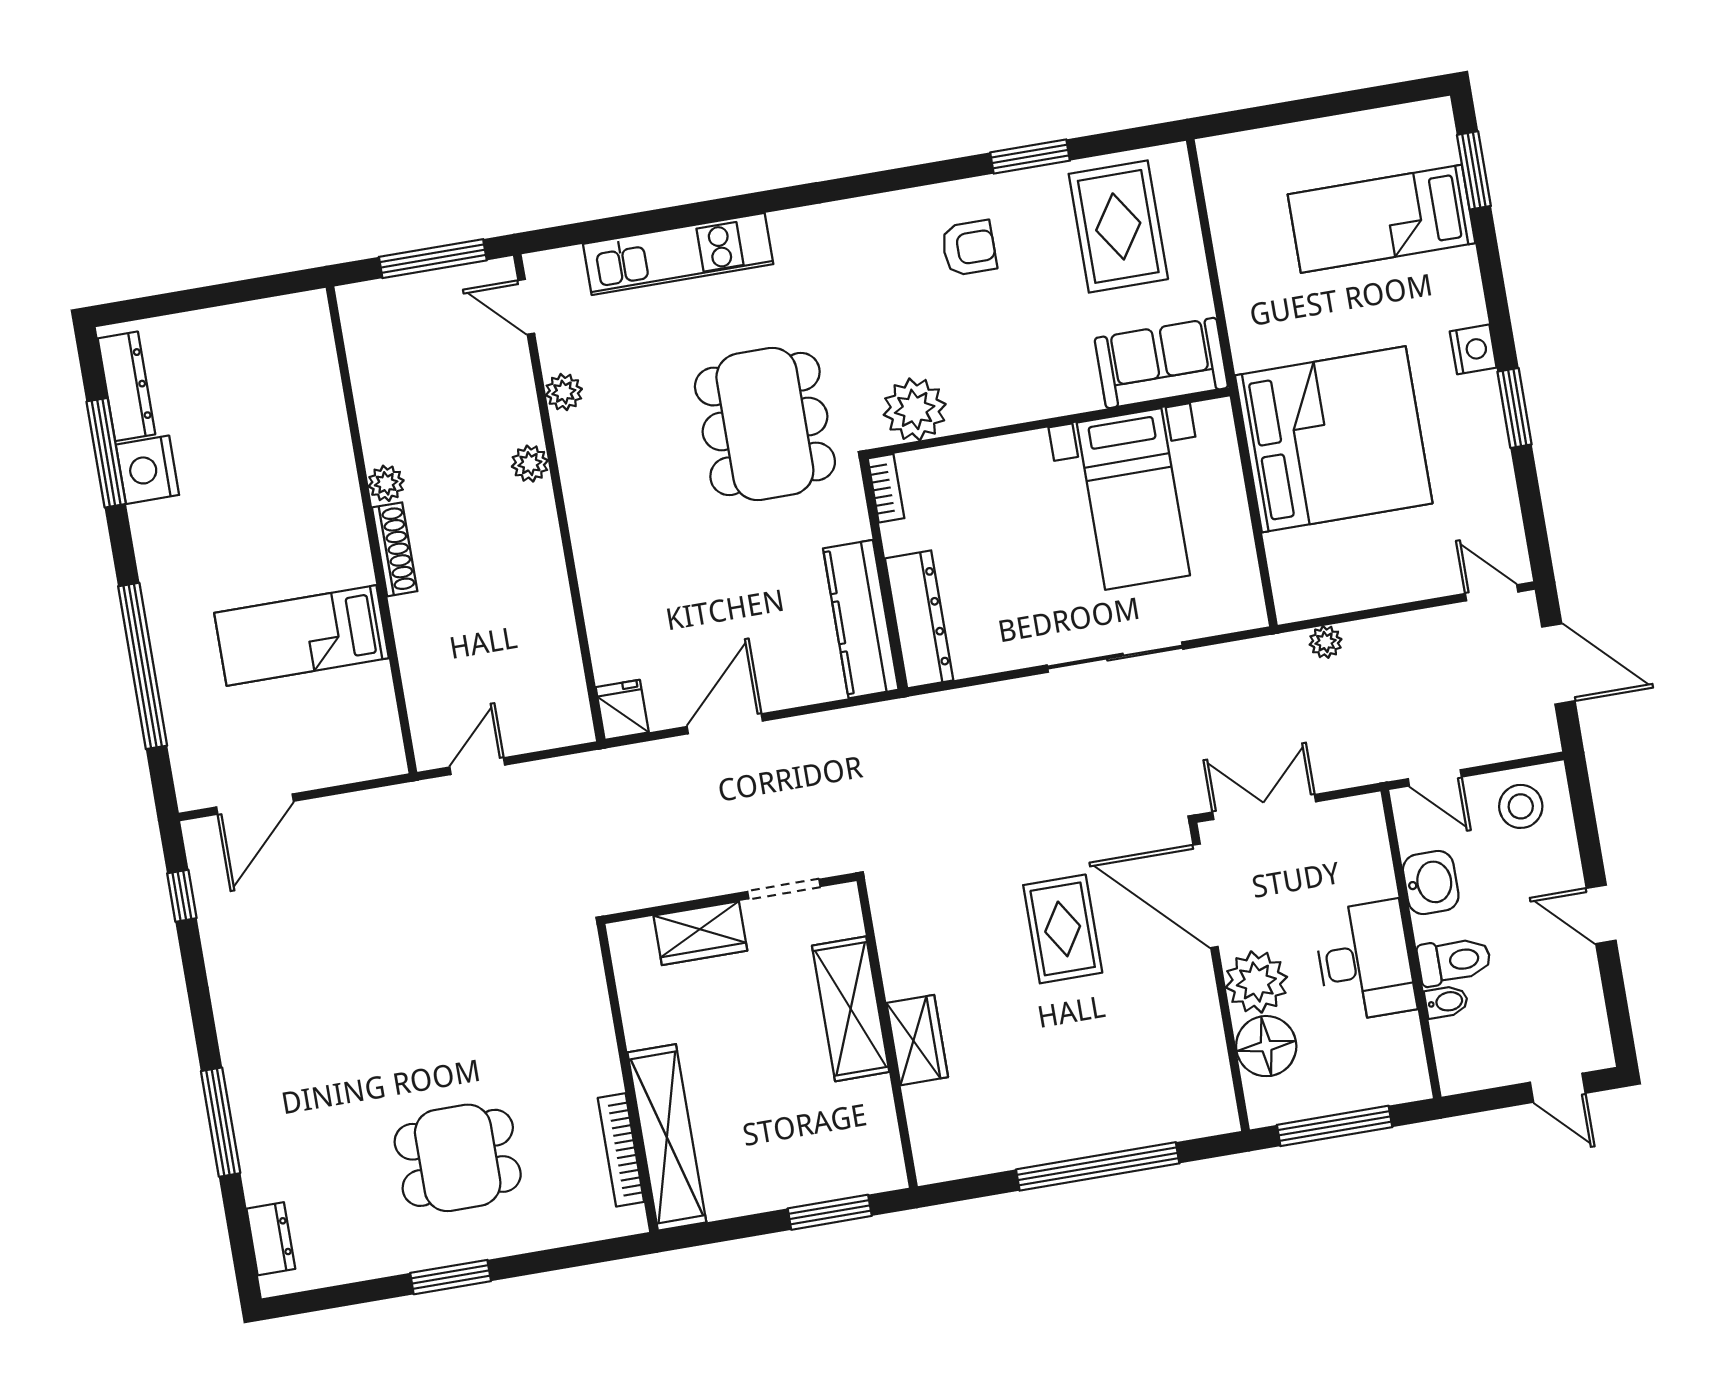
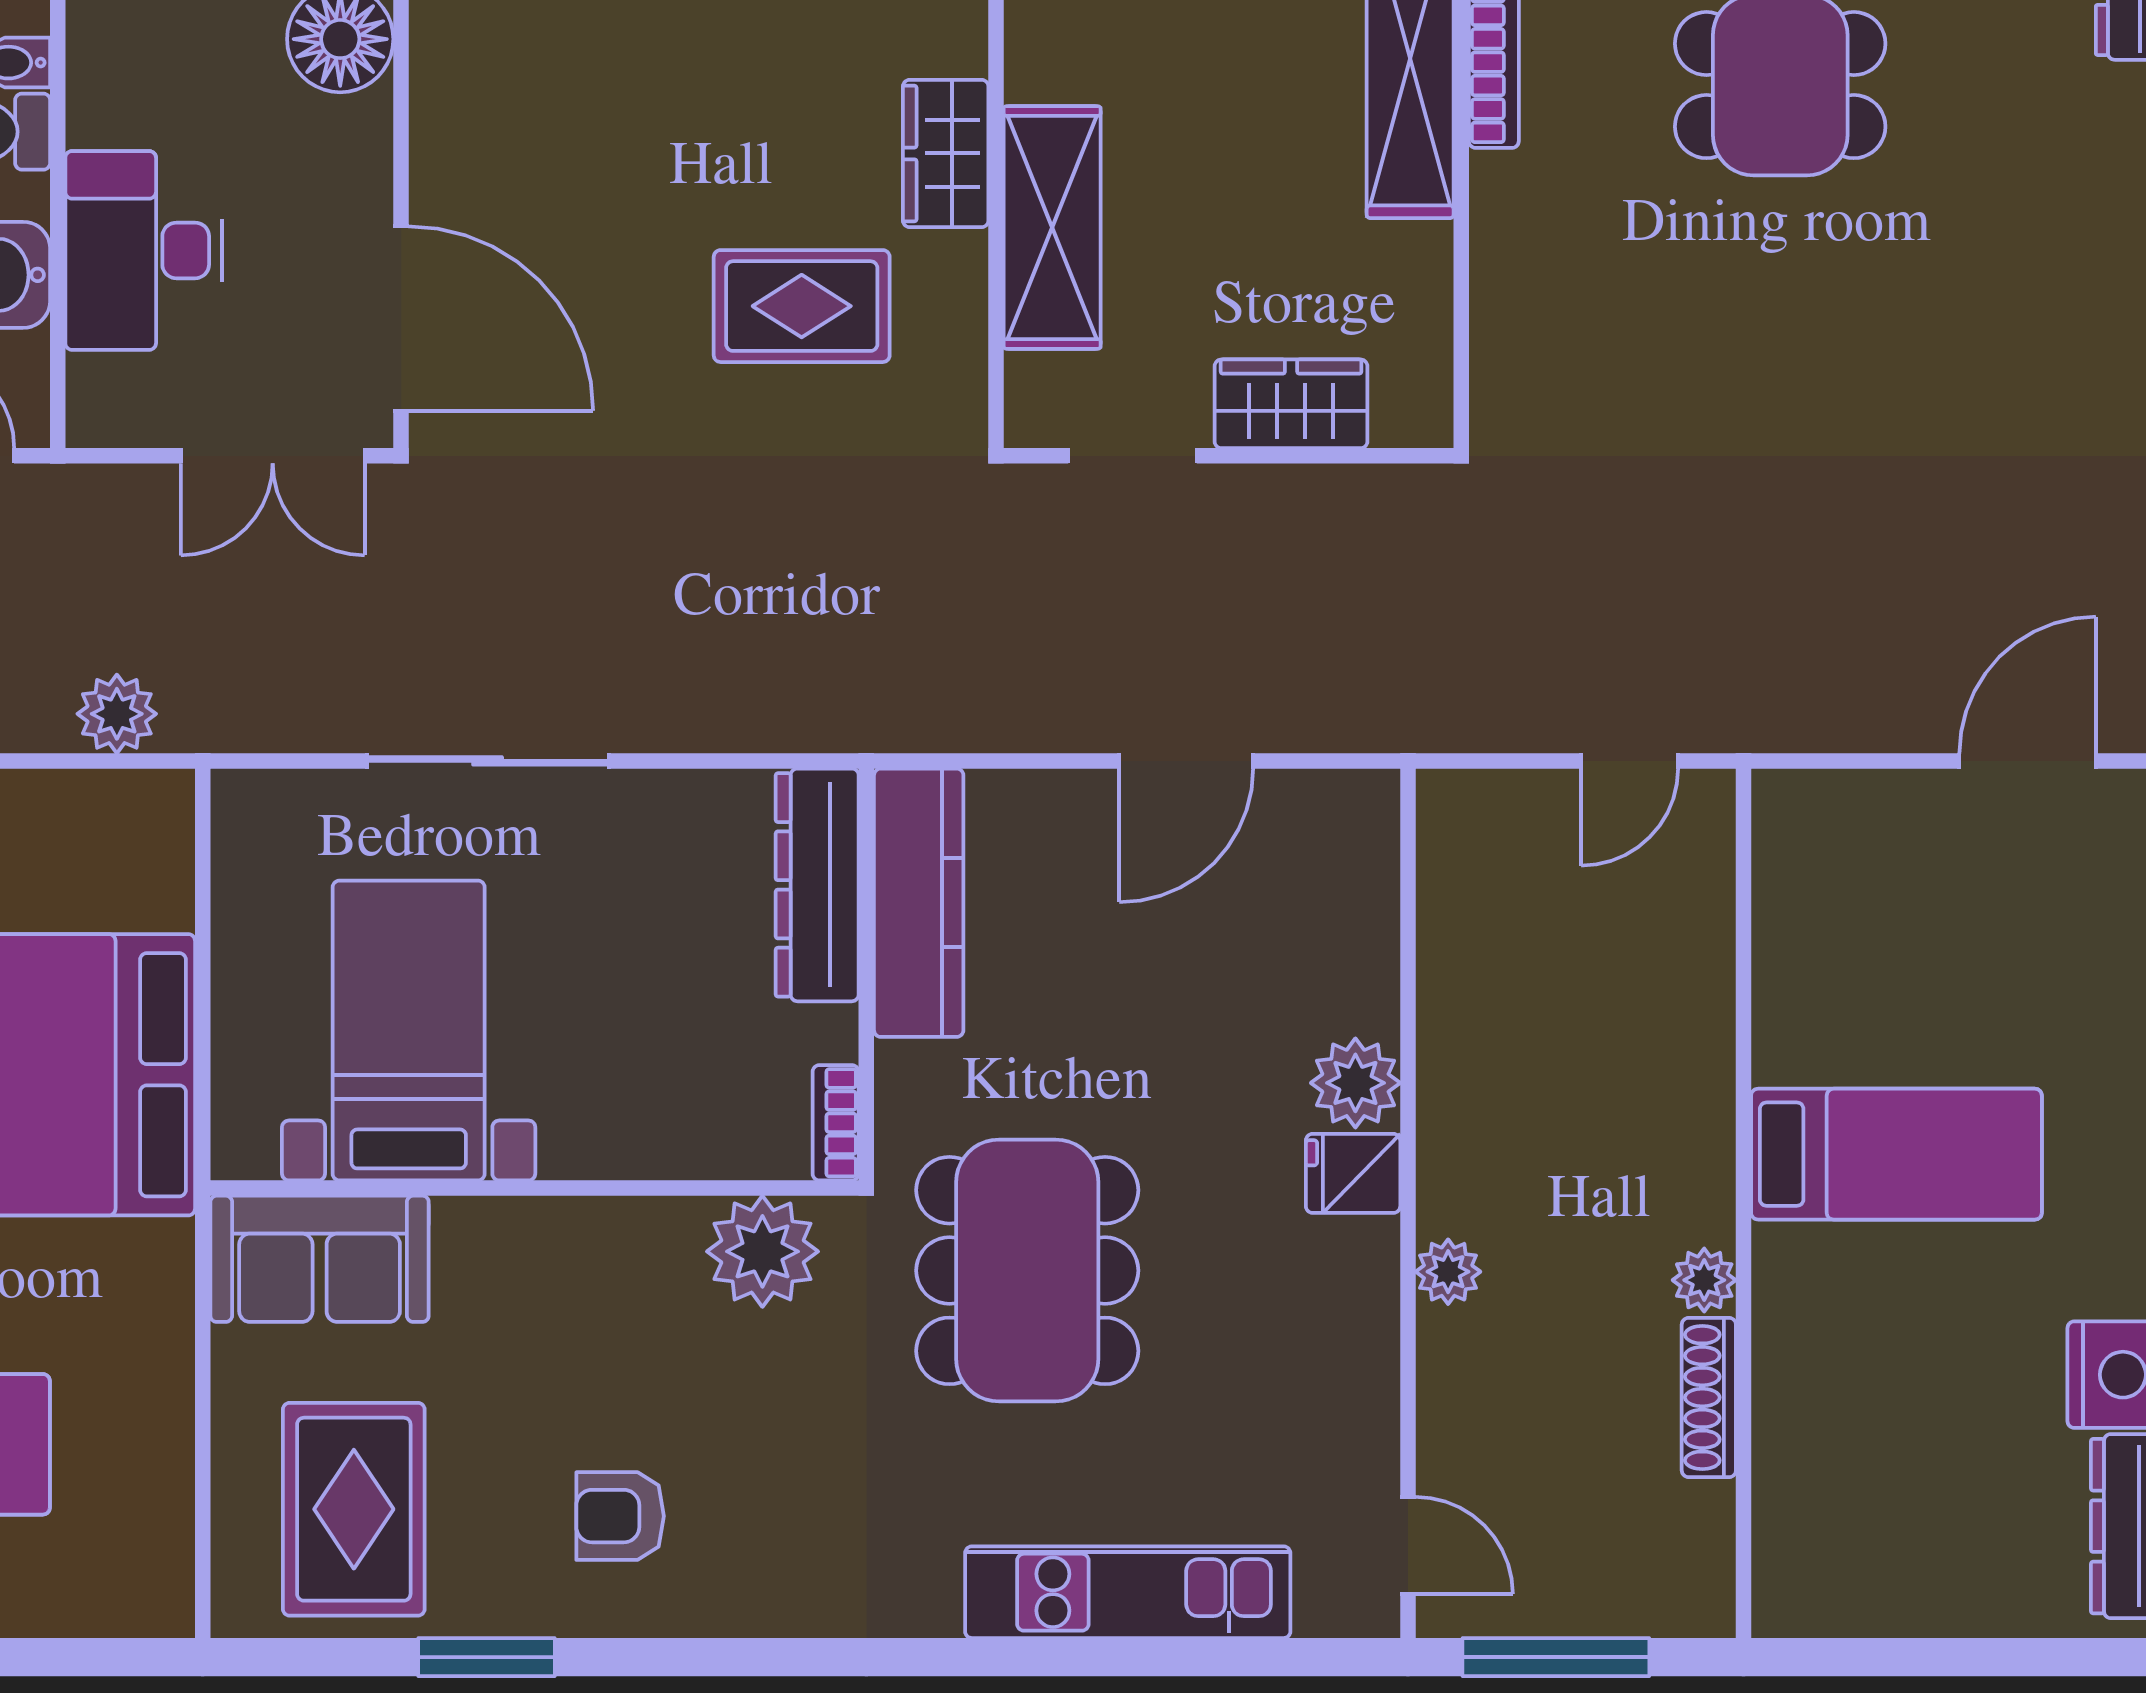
plant: (564, 392) -> (1355, 1083), moved, width x1.38, depth x1.38
shoe rack: (395, 549) -> (1709, 1397), moved
bed: (302, 635) -> (1896, 1154), moved
plant: (1326, 642) -> (117, 714), width x1.38, depth x1.38
fridge: (622, 710) -> (1353, 1173), moved, turned 90
rug: (1063, 929) -> (802, 306), moved, turned 90
desk: (1365, 961) -> (144, 250), moved
plant: (1256, 982) -> (338, 153), removed

